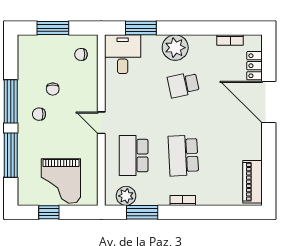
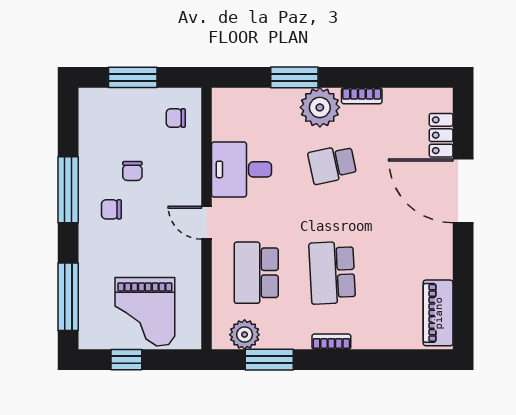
window: (141, 28) -> (294, 77), moved
bookcase: (230, 40) -> (362, 96), moved
desk: (123, 54) -> (242, 169), moved, turned -90
window: (11, 155) -> (68, 297), moved

